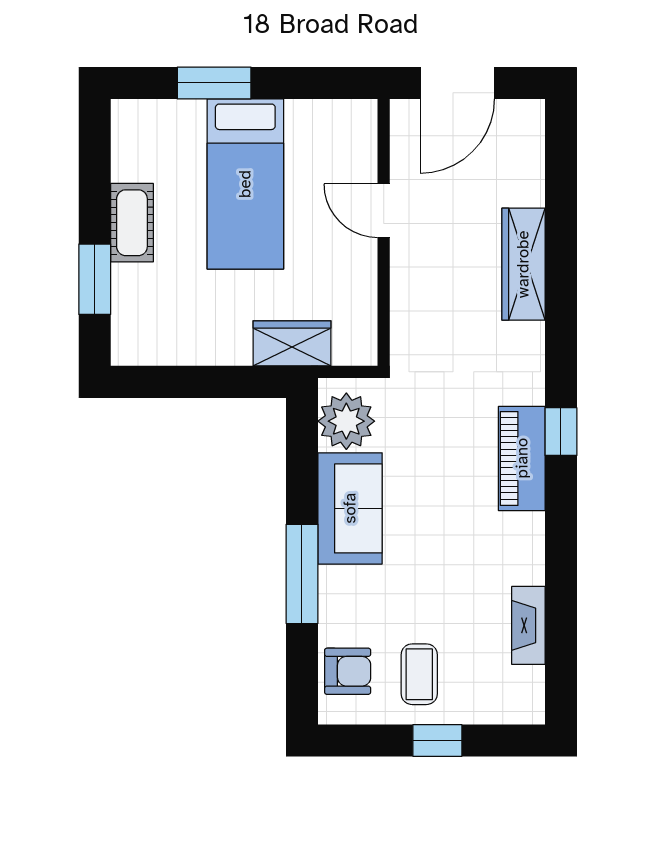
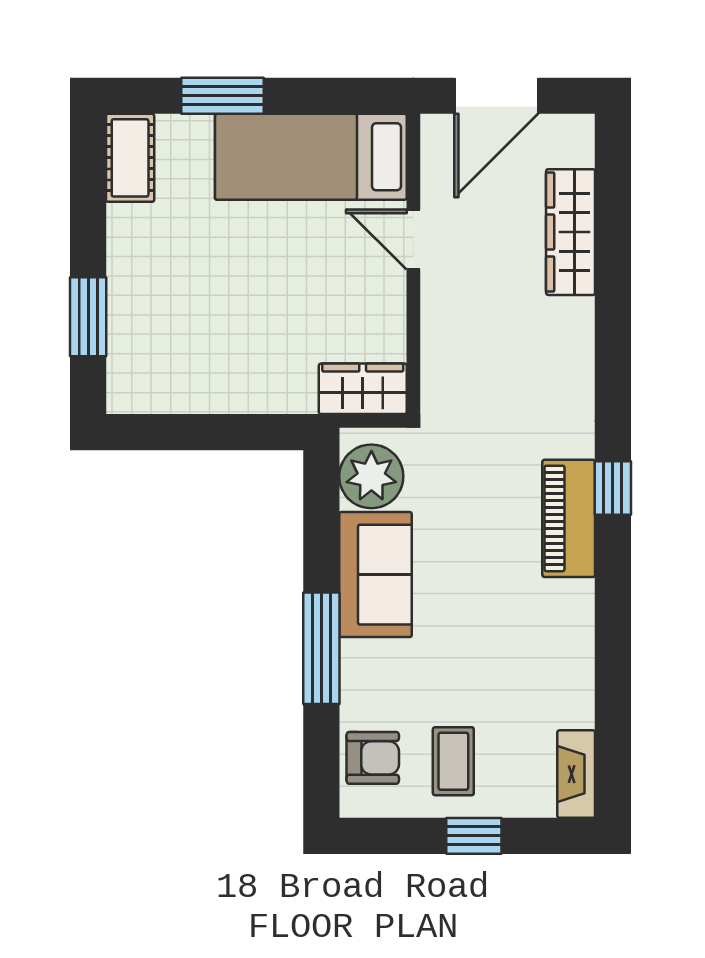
bed: (245, 184) -> (311, 157), moved, turned 90
cot: (132, 223) -> (130, 158), moved
wardrobe: (523, 264) -> (571, 232), moved
wardrobe: (292, 343) -> (363, 389), moved
fireplace: (528, 625) -> (576, 774), moved

